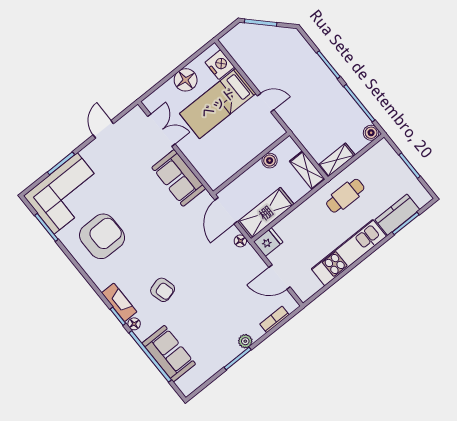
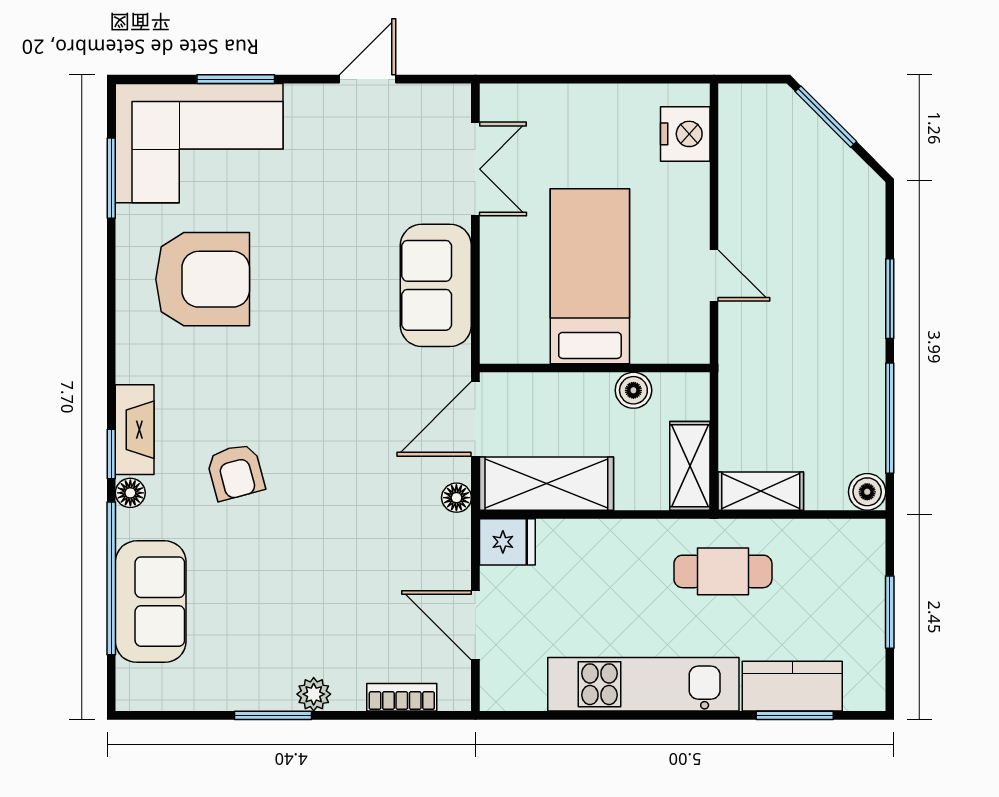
floor lamp: (186, 80) -> (597, 111), removed
bed: (218, 103) -> (590, 276), moved, turned 90

